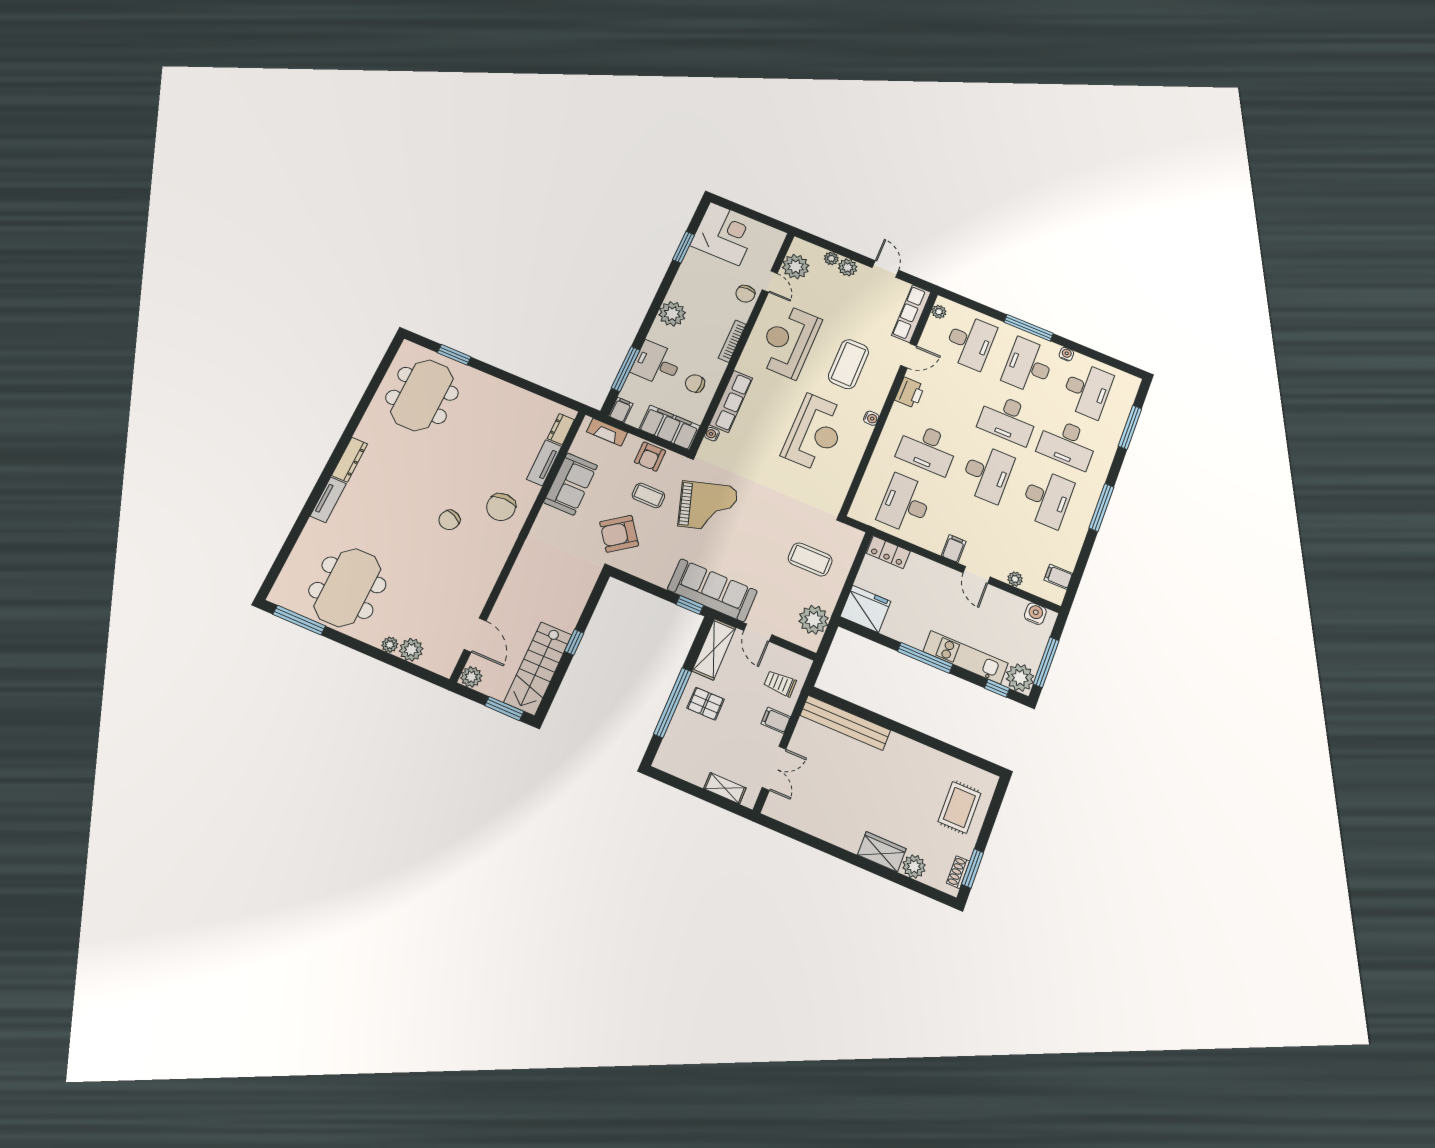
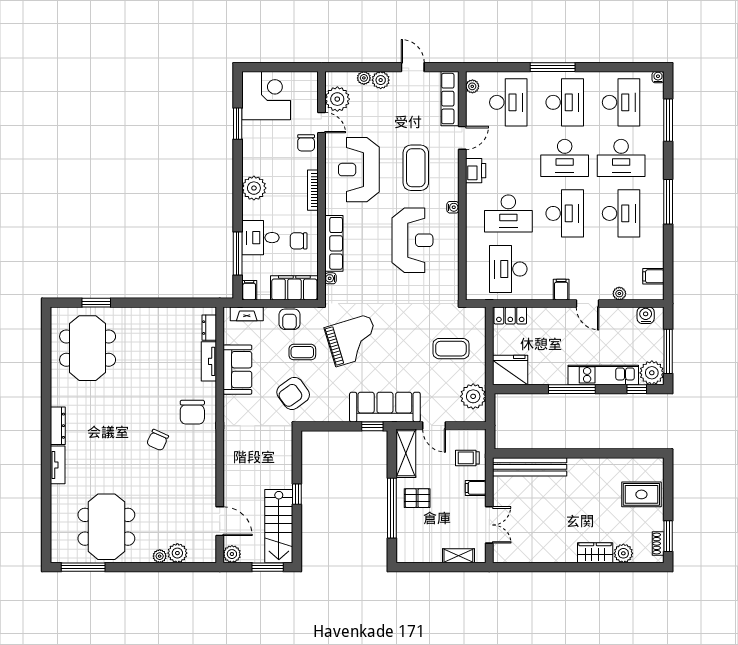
water cooler: (1066, 354) -> (658, 77), moved
desk: (1028, 366) -> (565, 102), turned 180
rug: (960, 807) -> (641, 494), turned 90

